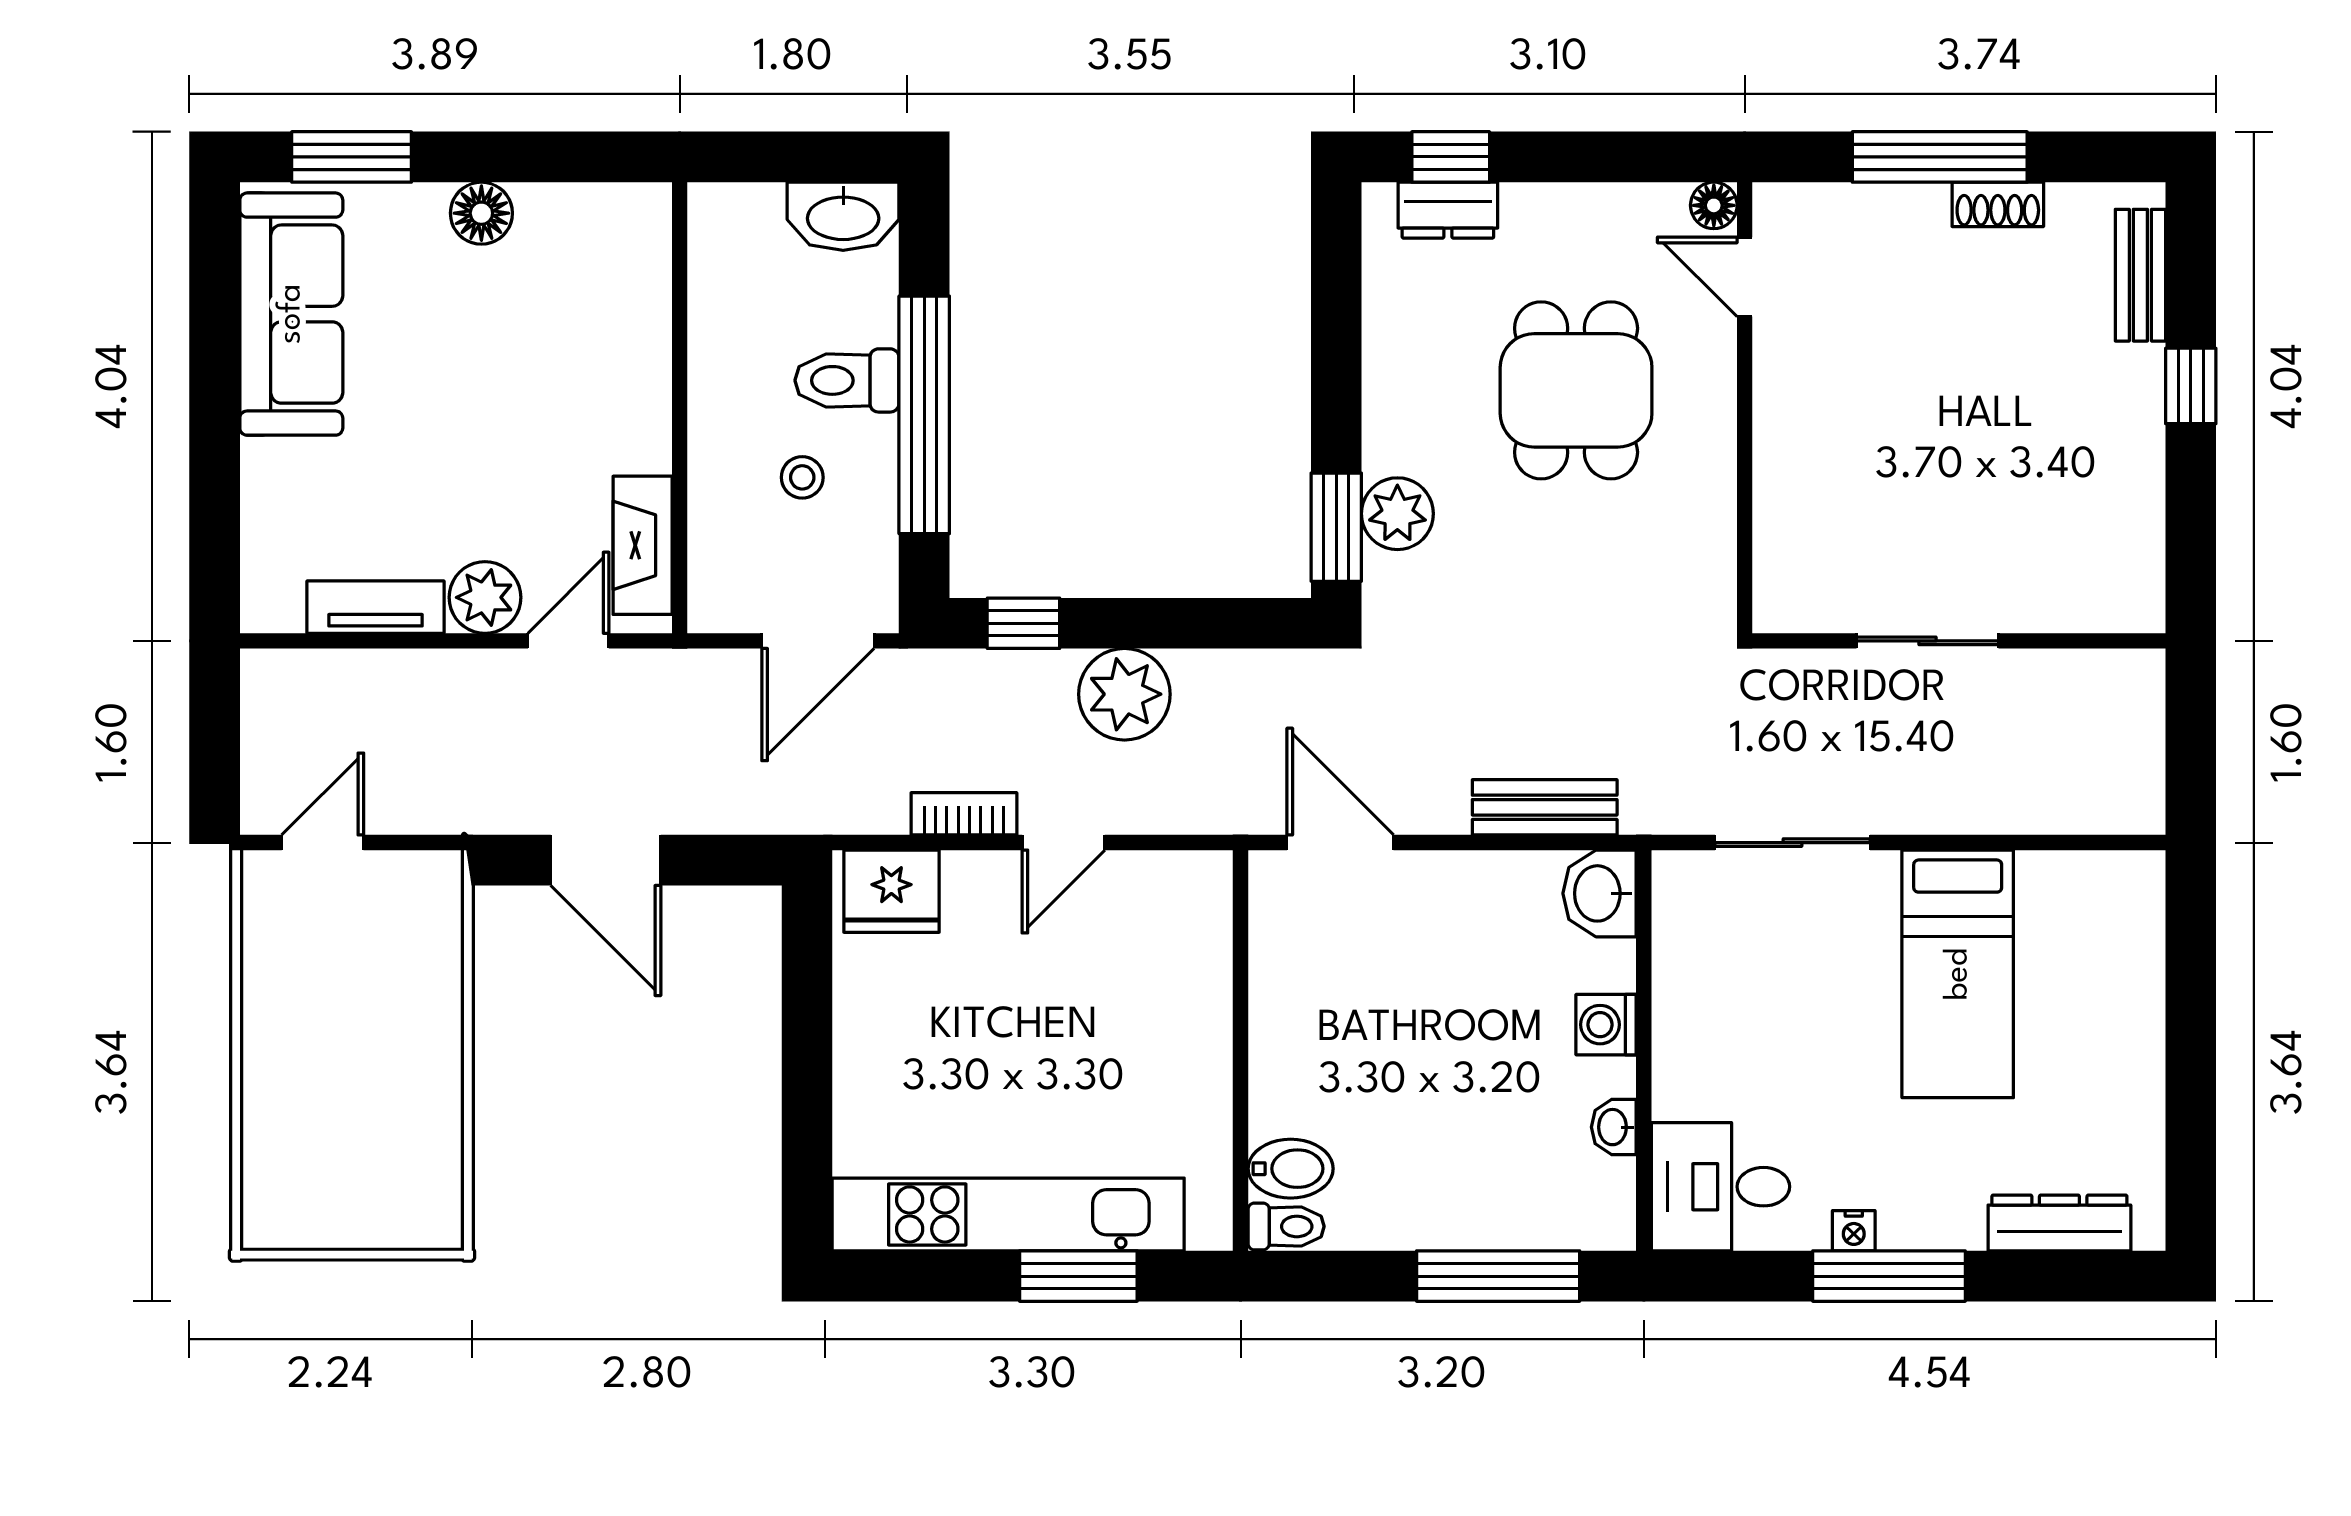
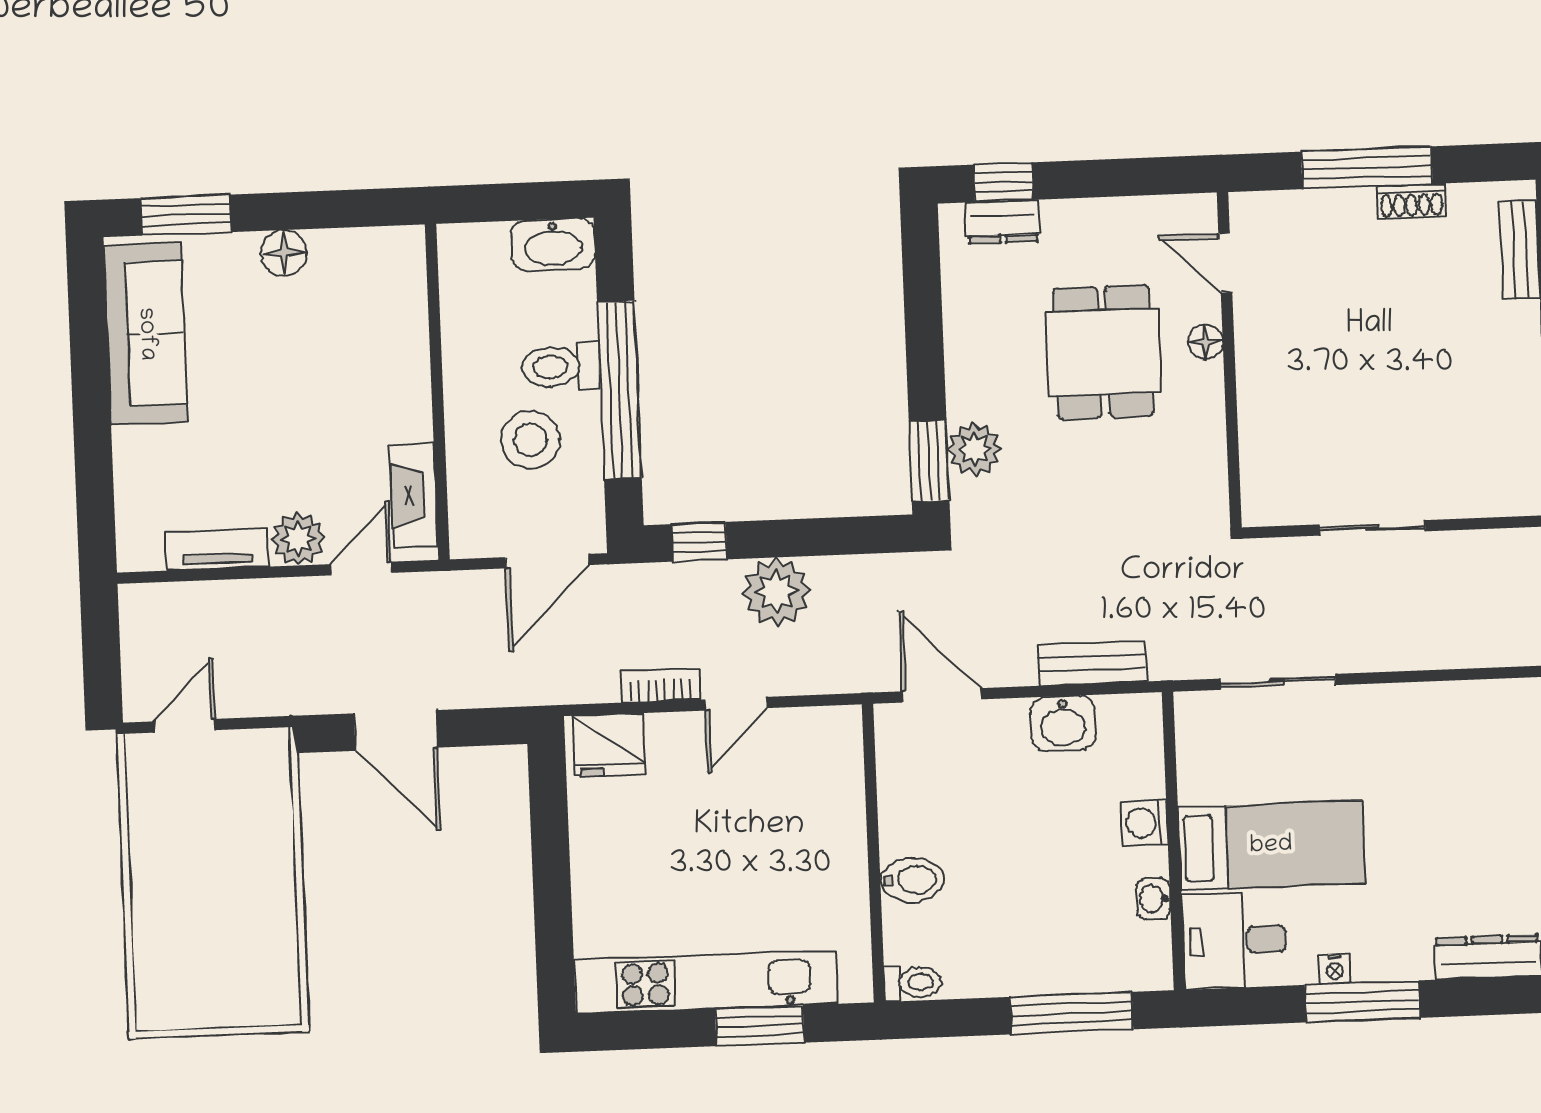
floor lamp: (1714, 205) -> (1206, 342), moved
stool: (802, 477) -> (530, 440), width x1.89, depth x1.89
washbasin: (1600, 893) -> (1063, 723), moved, turned -90
bed: (1958, 974) -> (1271, 846), moved, turned -90
bidet: (1291, 1169) -> (912, 880), moved

